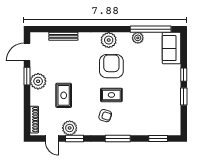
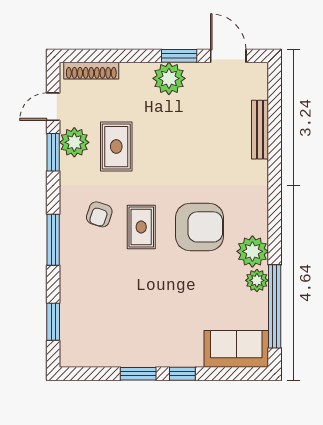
plant: (109, 40) -> (252, 251), moved
rug: (64, 95) -> (116, 147), moved, turned 90

